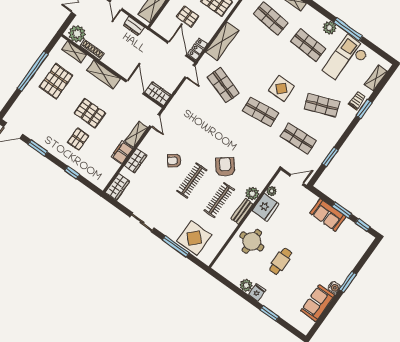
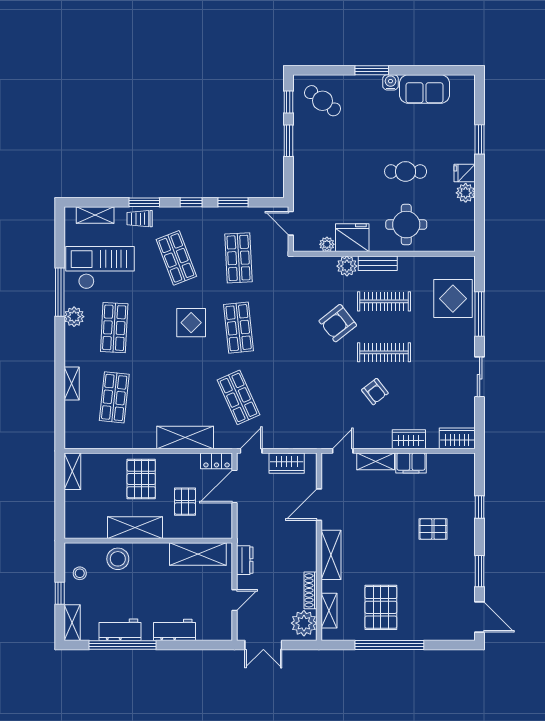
checkout: (346, 60) -> (100, 268), turned 180
pallet: (56, 81) -> (381, 607), turned 90
shop shelf: (223, 85) -> (239, 397), turned -42
wardrobe: (158, 94) -> (287, 463), moved, turned -90
pallet: (90, 113) -> (391, 537), removed
window: (346, 134) -> (191, 202), added
sofa: (328, 215) -> (307, 154), removed
cafe table: (350, 244) -> (322, 101), added

